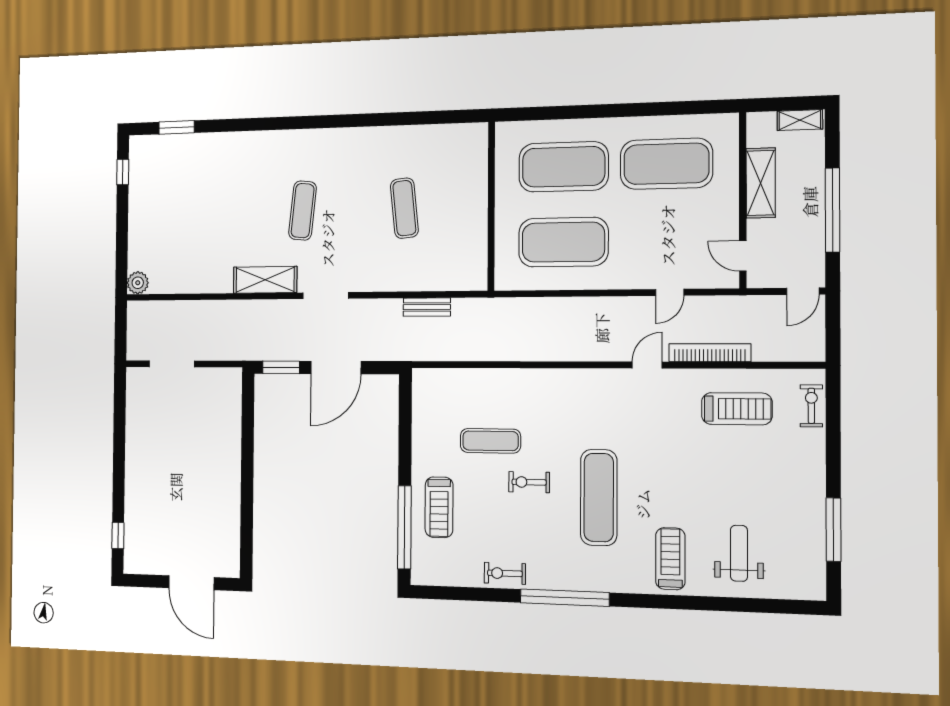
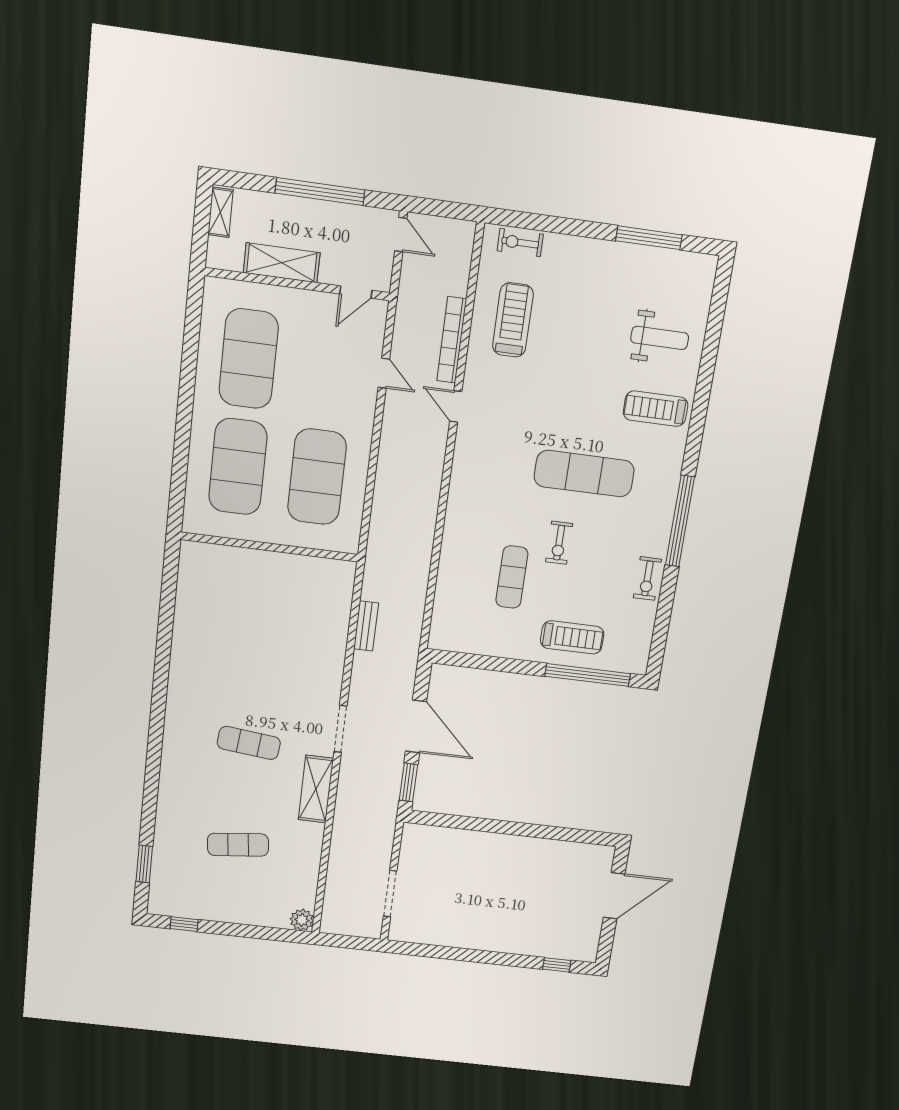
exercise mat: (404, 208) -> (238, 845), moved
weight bench: (739, 553) -> (660, 338), turned 180

